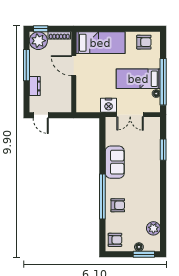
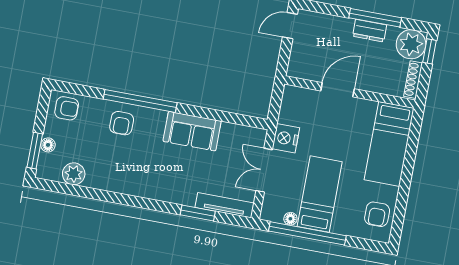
door: (74, 66) -> (338, 90), moved
dresser: (35, 86) -> (370, 31), moved
tv unit: (155, 134) -> (225, 205), added
armchair: (115, 240) -> (67, 108), turned -90

